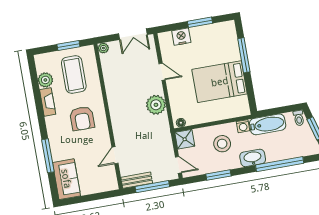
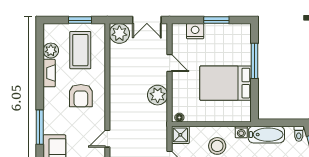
plant: (103, 48) -> (119, 33), width x1.87, depth x1.87

